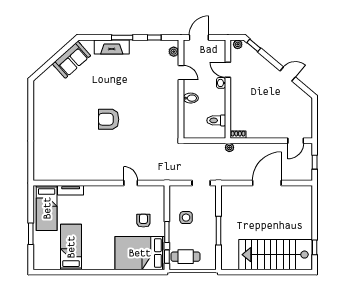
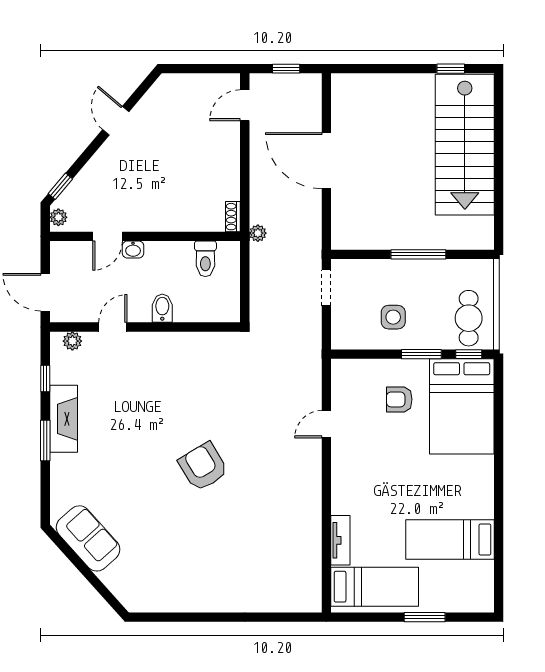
fireplace: (112, 47) -> (64, 419), moved
armchair: (109, 119) -> (203, 467), turned 149
door: (296, 141) -> (245, 105), swing flipped

